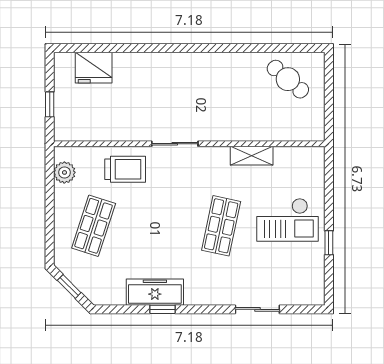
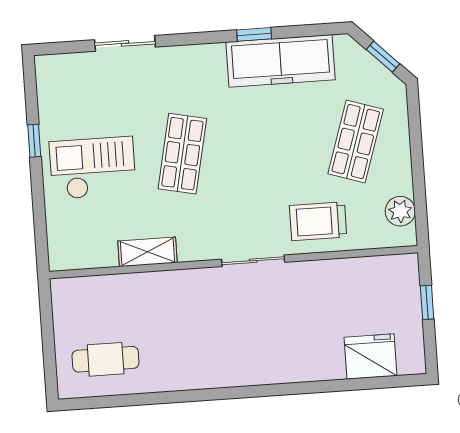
cafe table: (288, 79) -> (106, 359), turned -41
freezer: (155, 292) -> (281, 61), width x1.36, depth x1.26

